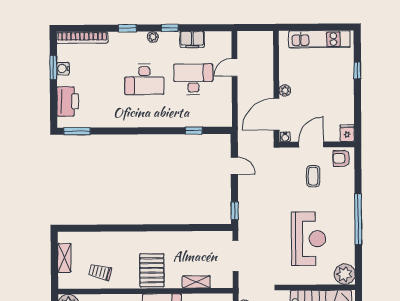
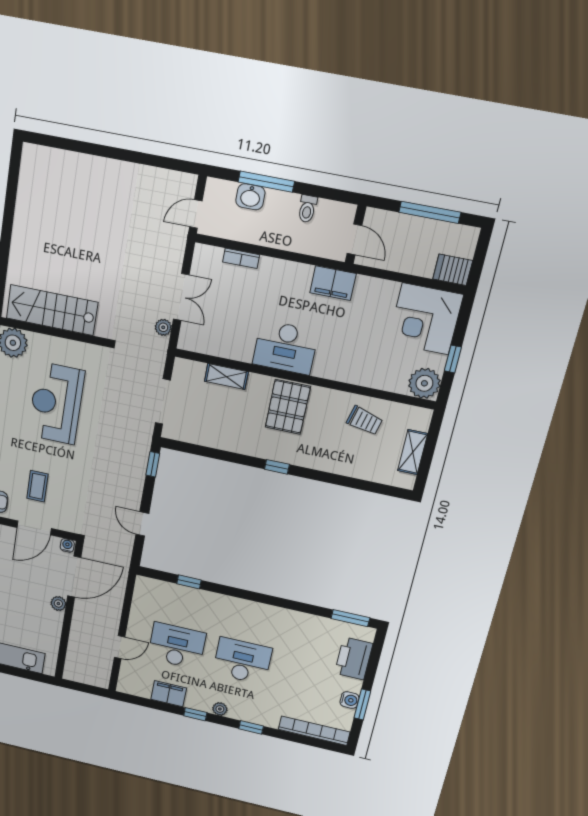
desk: (193, 79) -> (177, 646), turned 180
window: (150, 228) -> (277, 467), added

